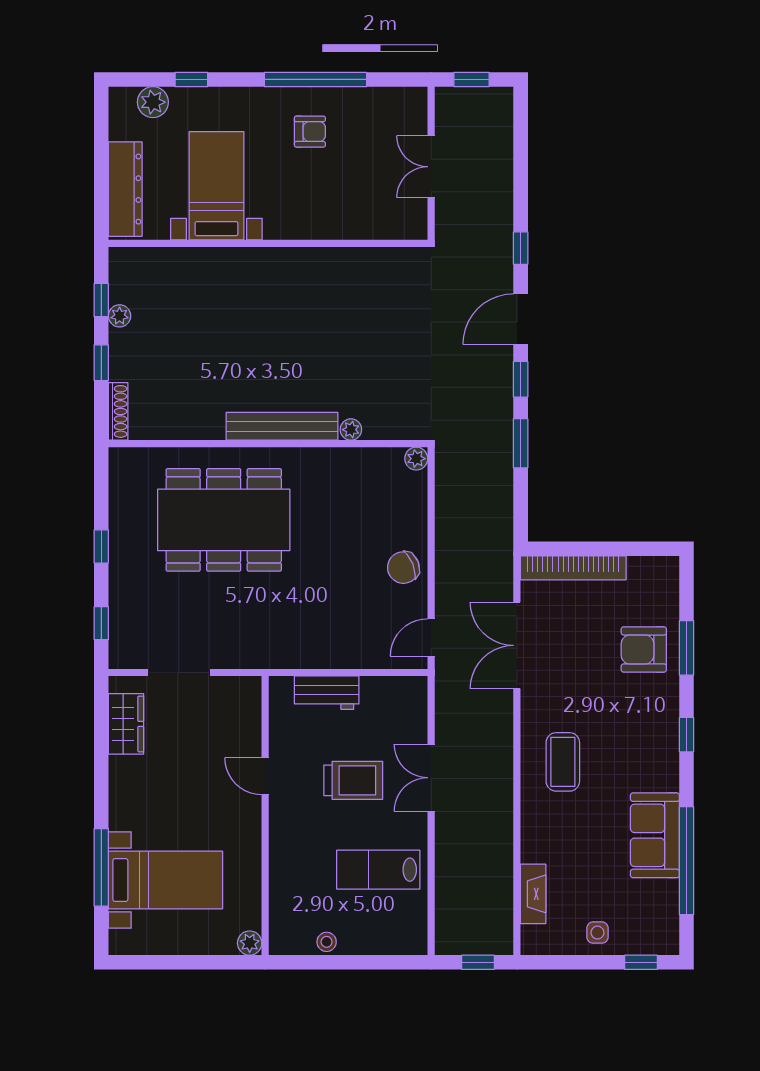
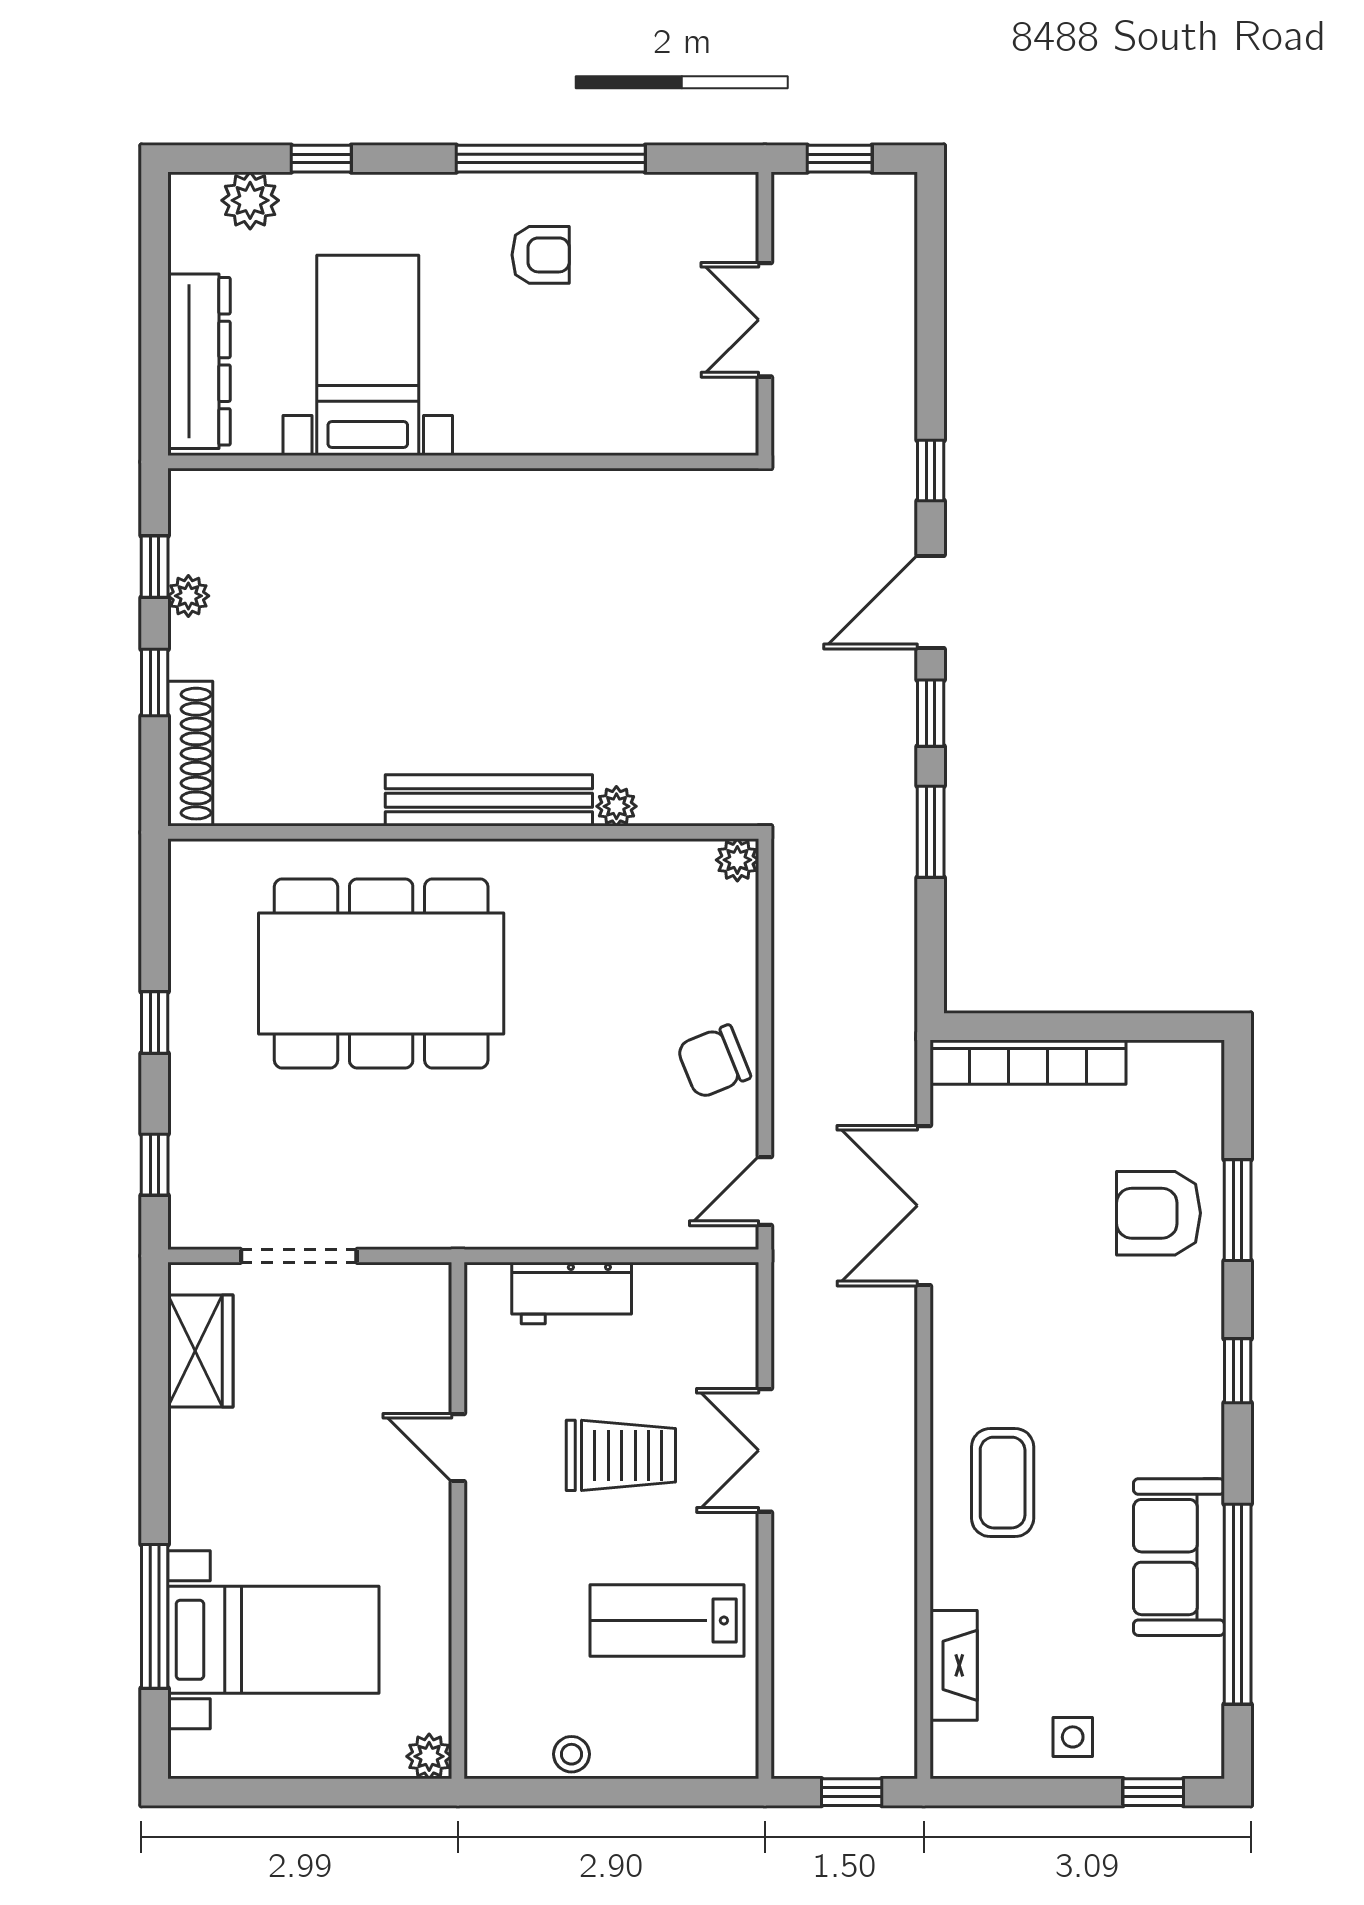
shoe rack: (118, 411) -> (190, 754), width x1.36, depth x1.24
coffee table: (563, 762) -> (1003, 1483), moved

